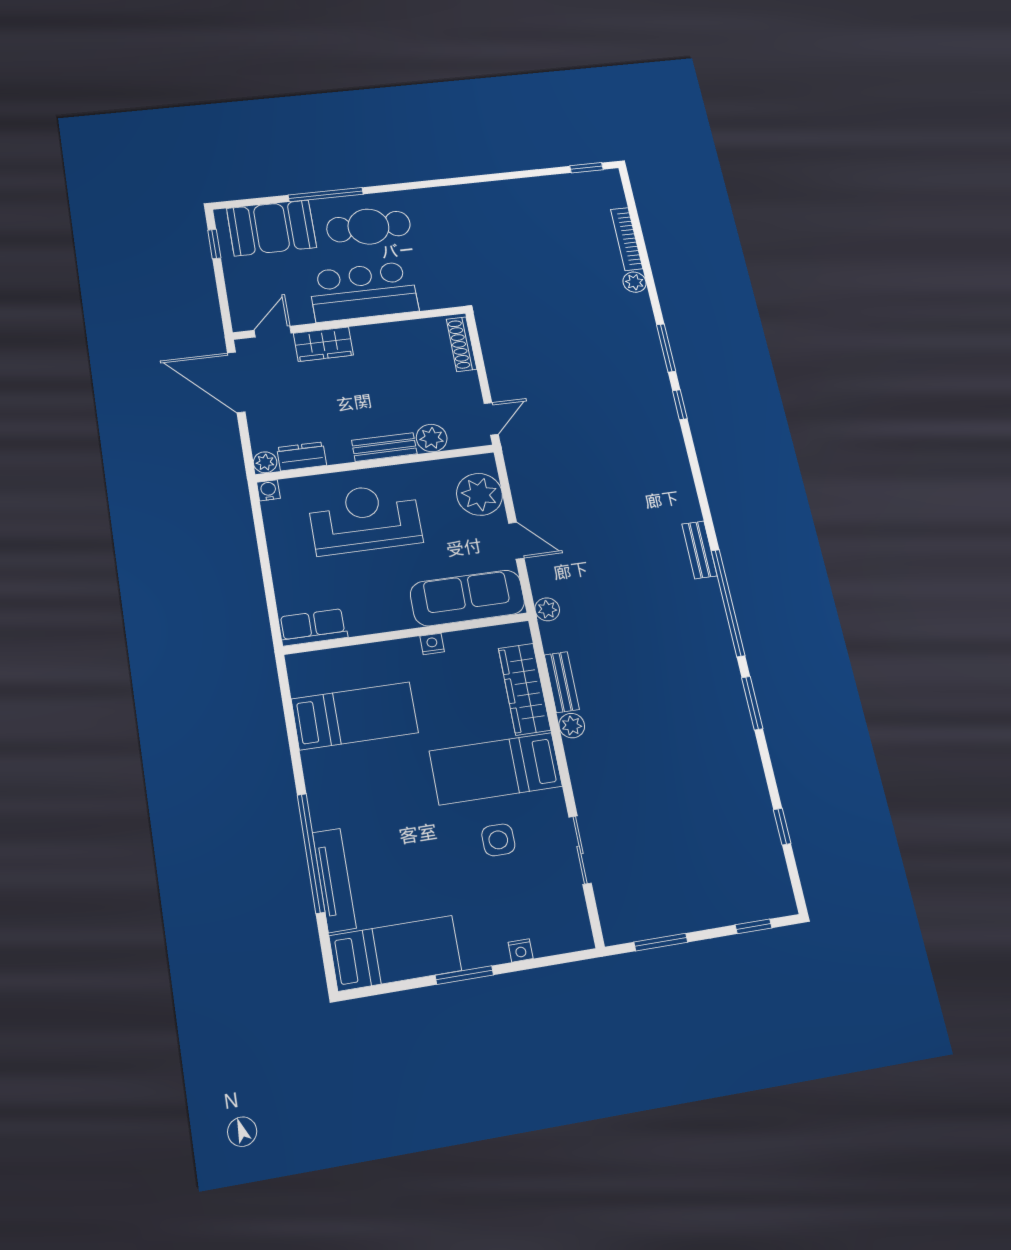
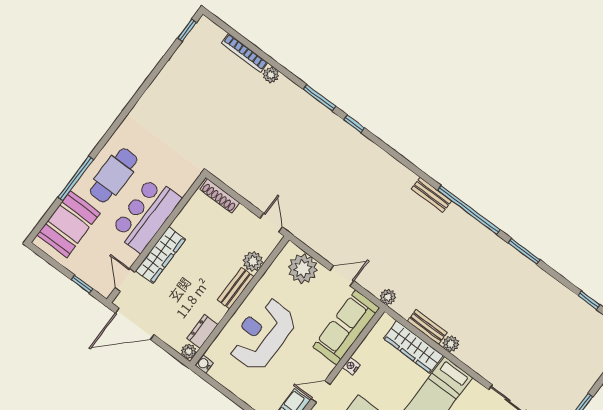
window: (214, 244) -> (82, 284), moved
wardrobe: (323, 344) -> (161, 255), width x1.50
door: (369, 639) -> (321, 392), added

